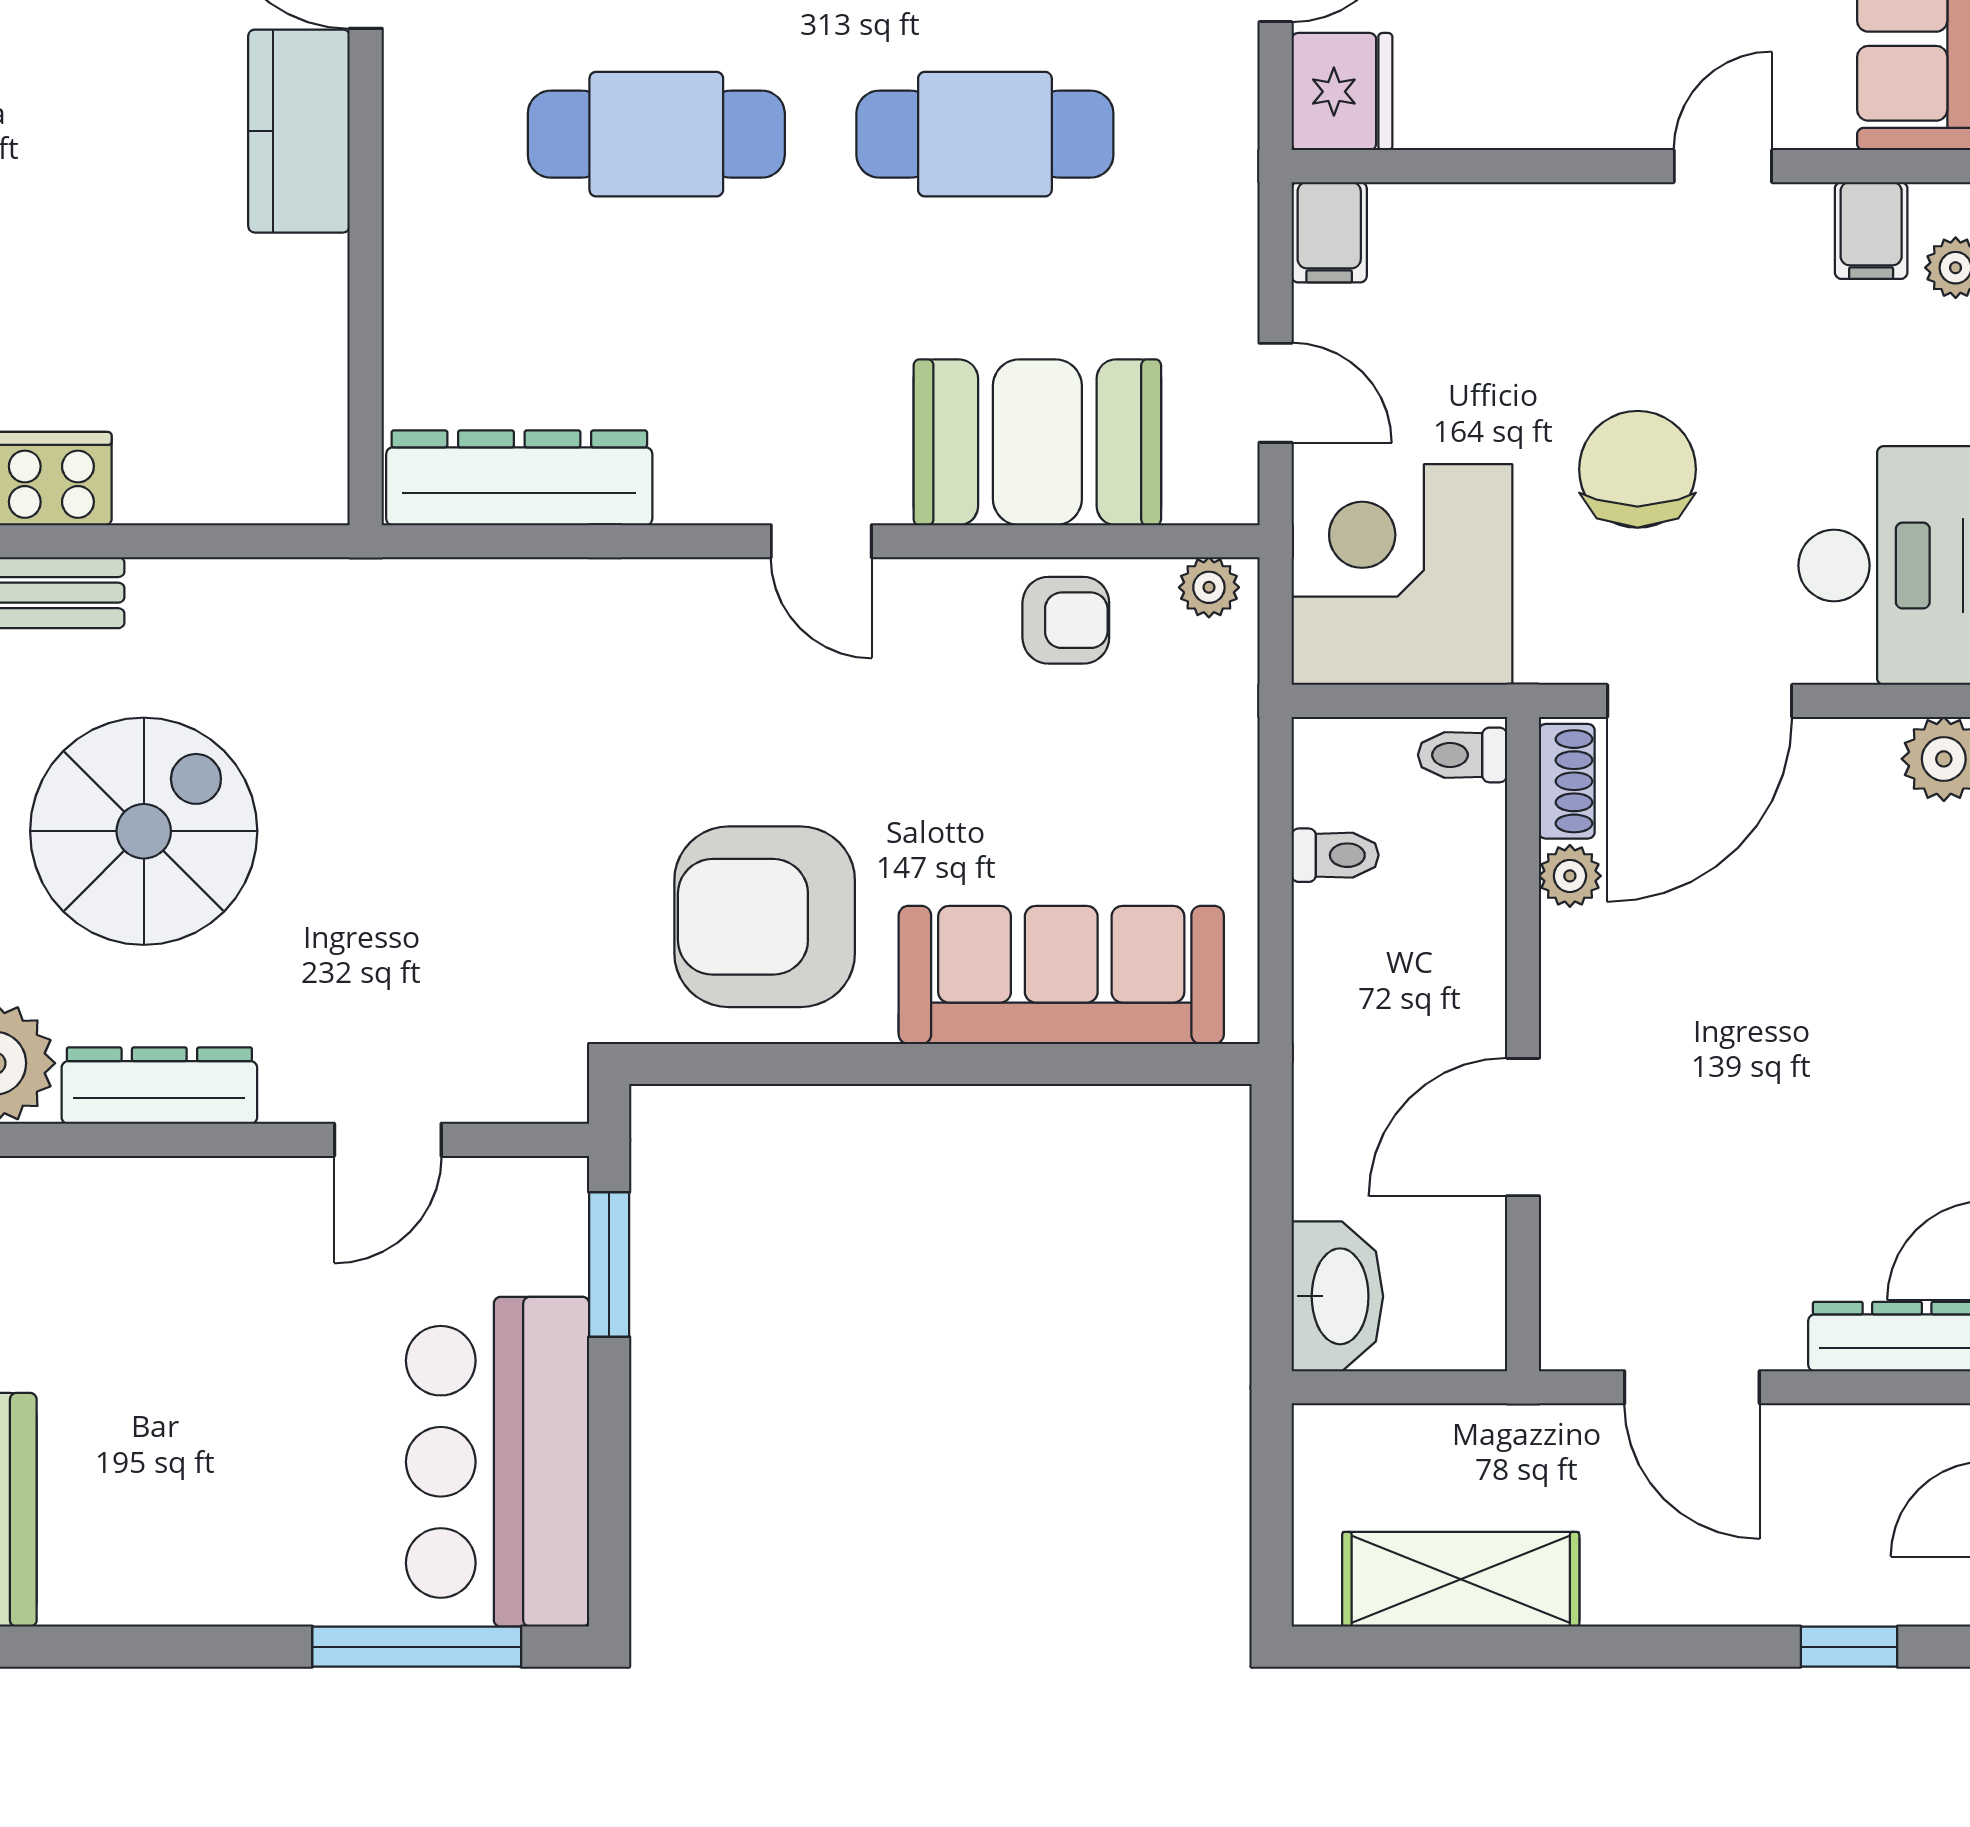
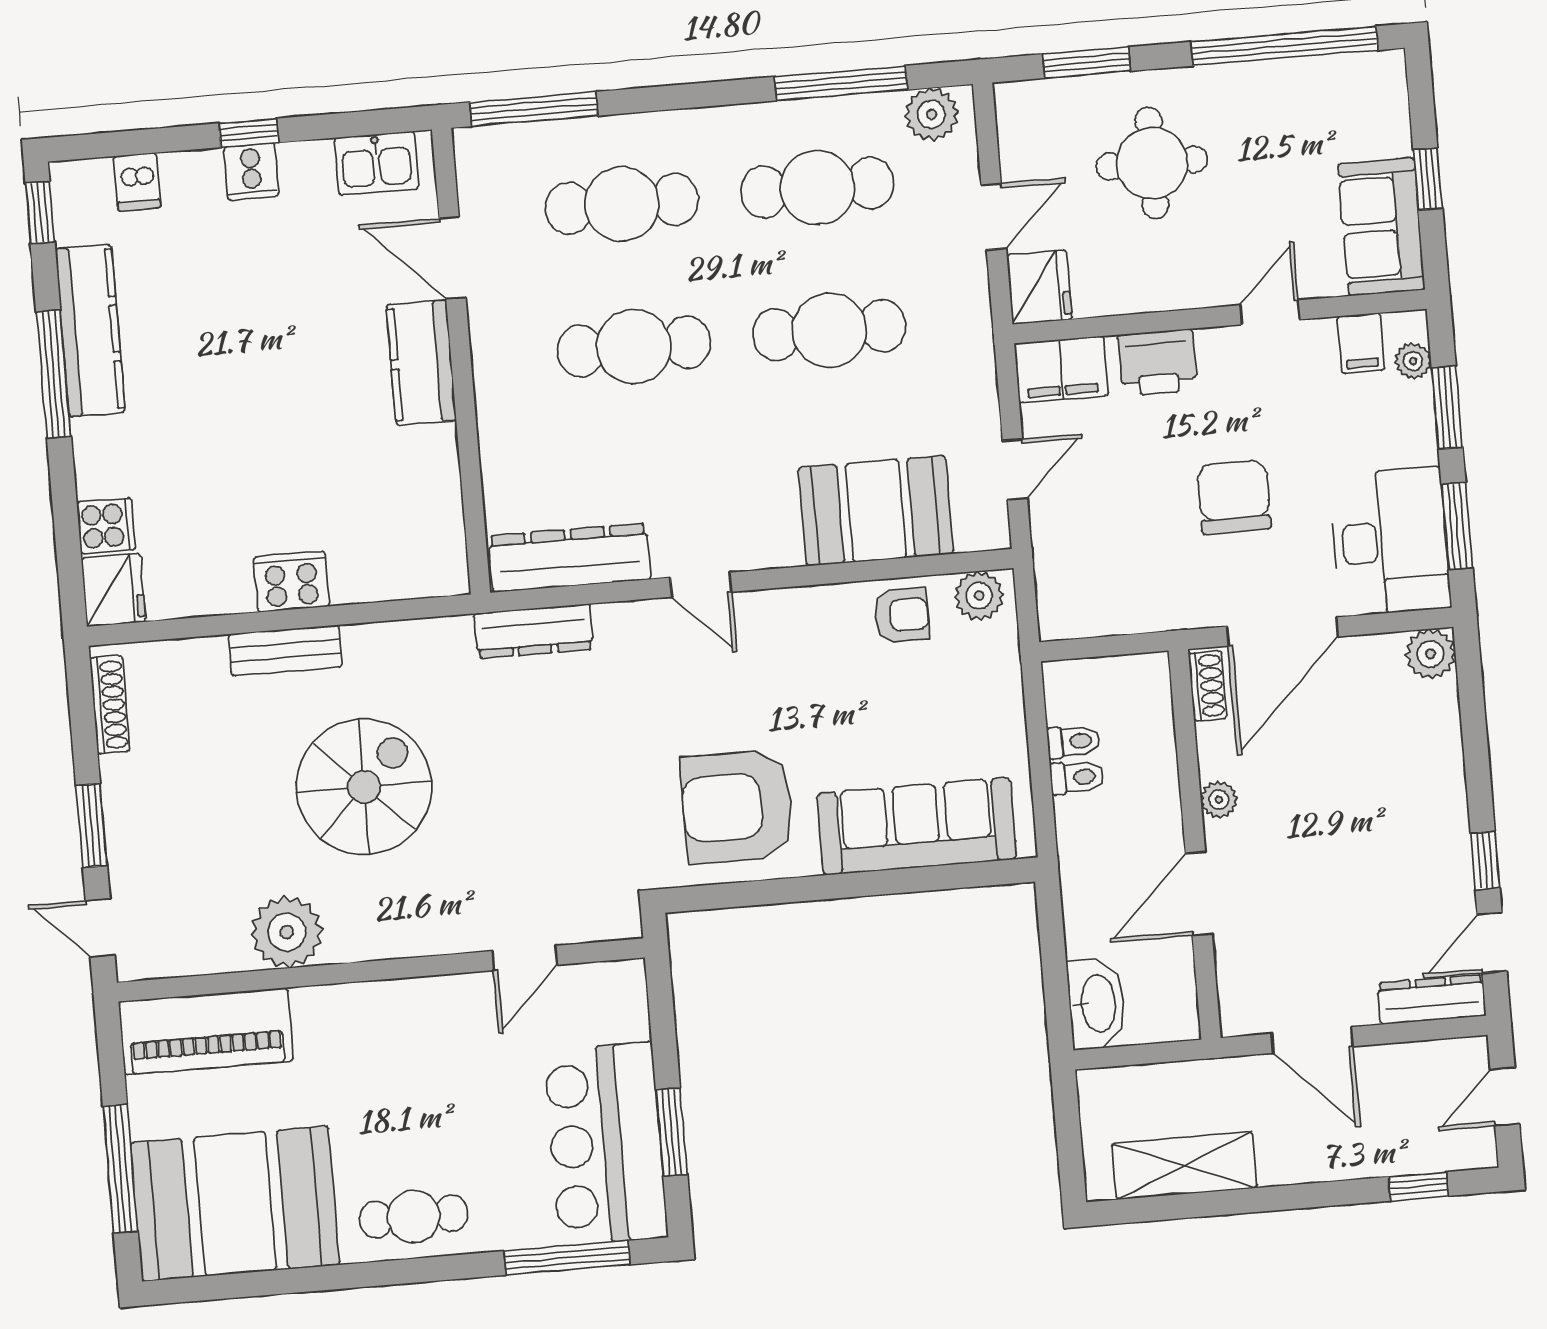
filing cabinet: (1329, 232) -> (1061, 369), width x2.00
printer: (1528, 234) -> (1157, 362), added
door: (1276, 393) -> (1015, 469), hinge flipped
door: (821, 541) -> (701, 585), moved
corner desk: (1402, 575) -> (1099, 571), removed
plant: (1209, 587) -> (979, 596), width x1.38, depth x1.38
toilet: (1462, 755) -> (1077, 777), moved, turned 180
plant: (1570, 876) -> (1219, 800), moved
dresser: (159, 1086) -> (534, 631), moved, turned 180
window: (609, 1265) -> (672, 1132), moved
cafe table: (166, 1556) -> (414, 1216), added

